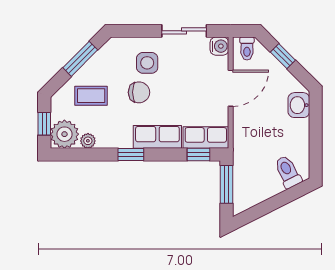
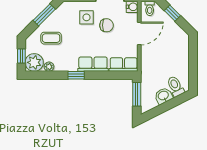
chair: (139, 92) -> (107, 25), moved
washbasin: (299, 105) -> (163, 96), moved, turned 63
window: (199, 154) -> (119, 75), removed

